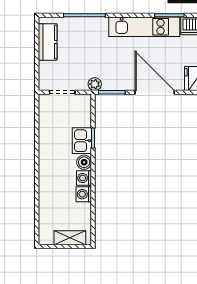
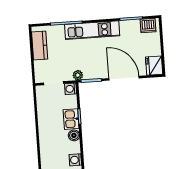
kitchen unit: (144, 27) -> (92, 30), moved
washing machine: (84, 178) -> (71, 89), moved

